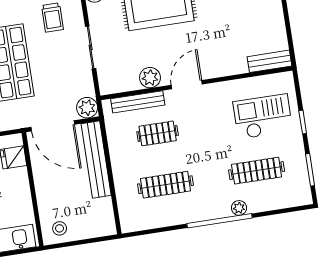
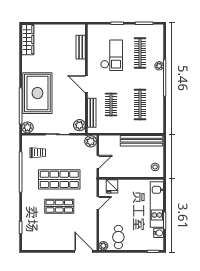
bench: (269, 61) -> (81, 47), moved
plant: (150, 78) -> (79, 125), moved
checkout: (263, 117) -> (112, 55), moved, turned 180
door: (53, 126) -> (98, 162), width x0.53
bench: (96, 160) -> (141, 141), moved

